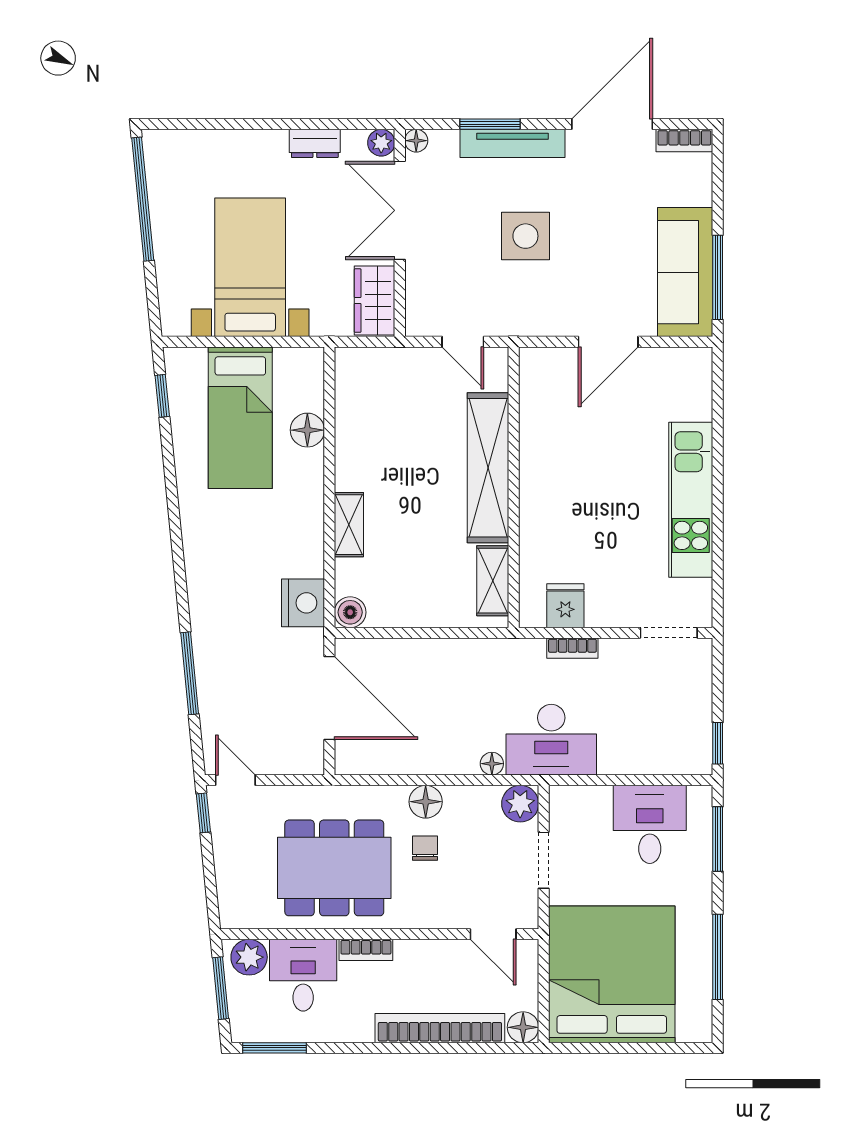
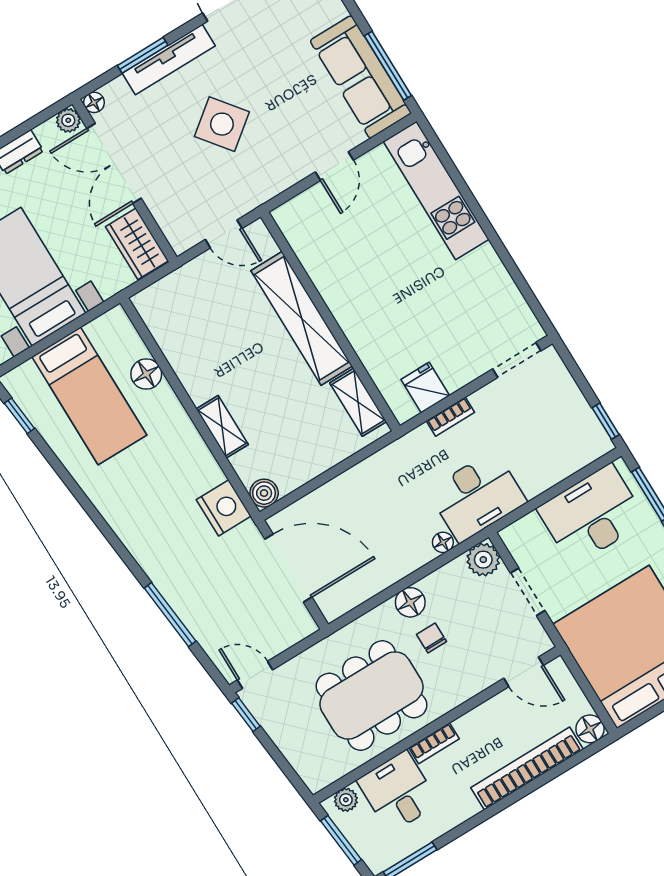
side table: (525, 236) -> (222, 124), turned -38
door: (608, 342) -> (334, 166), width x0.73
kitchen unit: (691, 500) -> (436, 190), moved
desk: (650, 824) -> (592, 515), width x1.37
plant: (249, 957) -> (346, 800), width x0.73, depth x0.73

